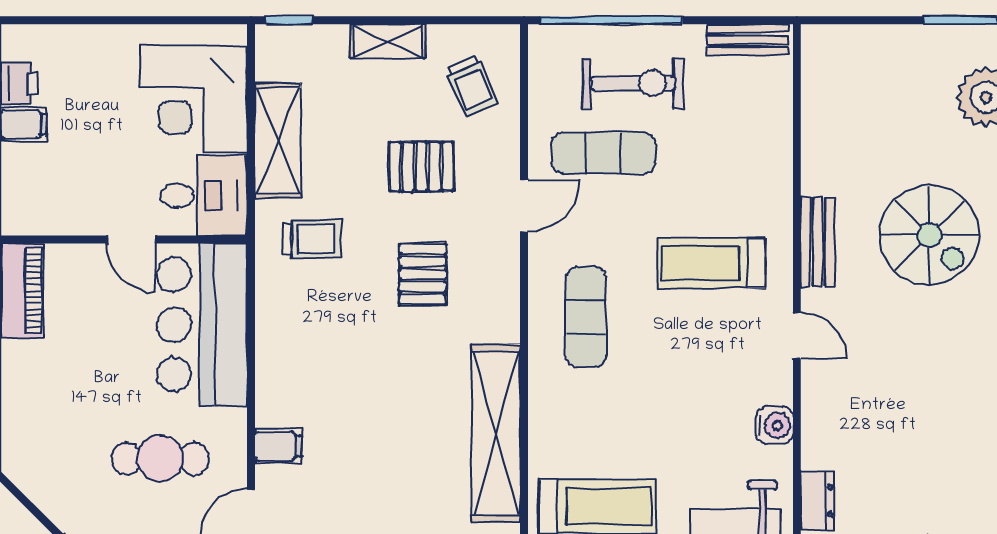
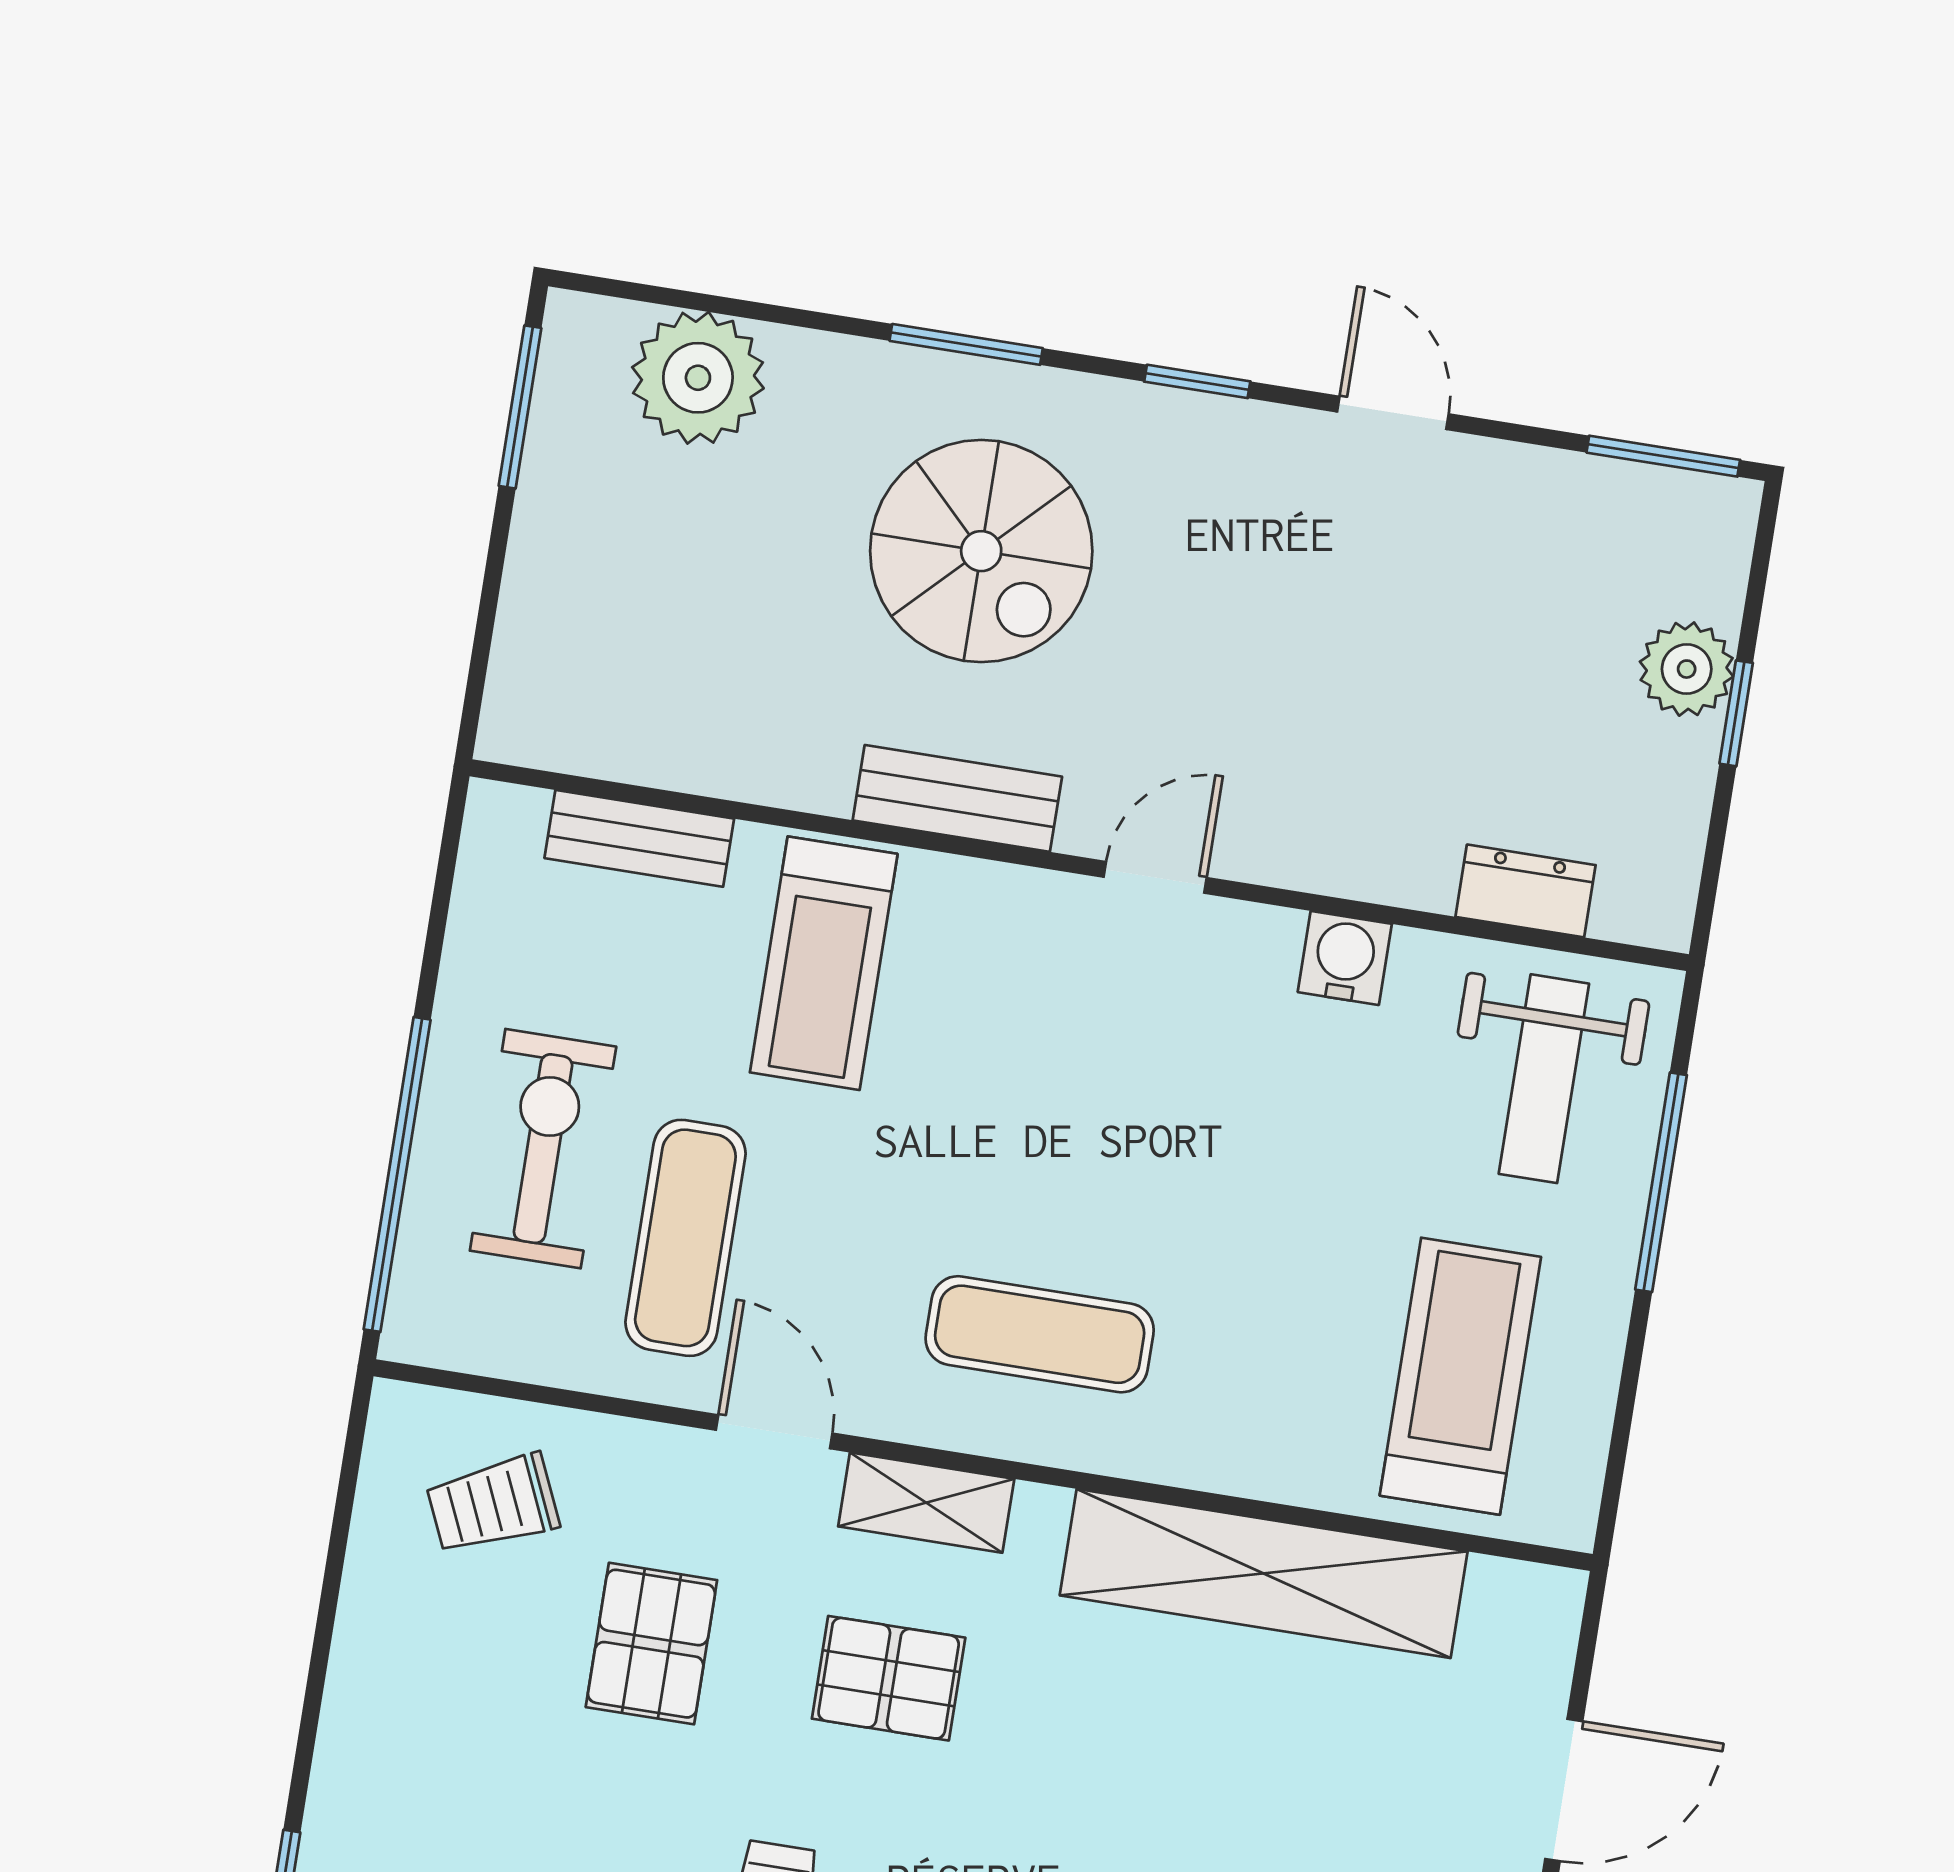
bench: (748, 40) -> (639, 838), moved, turned 90
shelving: (388, 41) -> (926, 1503), moved, turned 90
trolley: (472, 86) -> (493, 1504), turned 180
spiral stairs: (929, 235) -> (981, 551), turned 90
treadmill: (711, 263) -> (824, 963), moved

